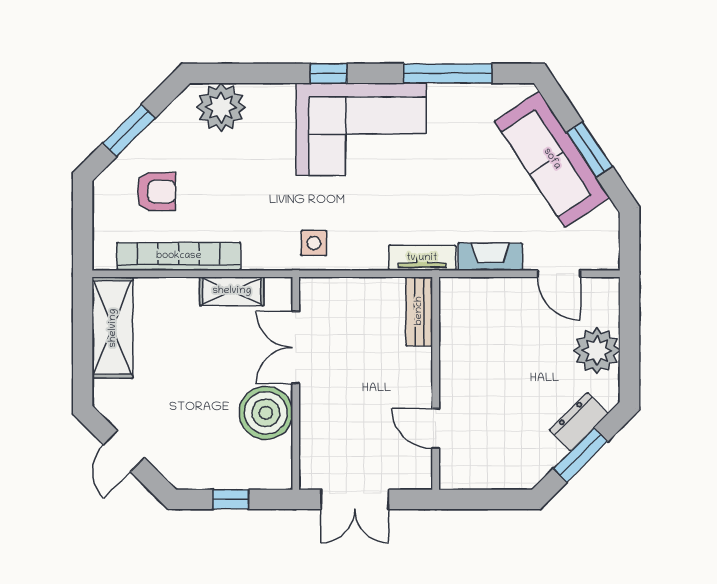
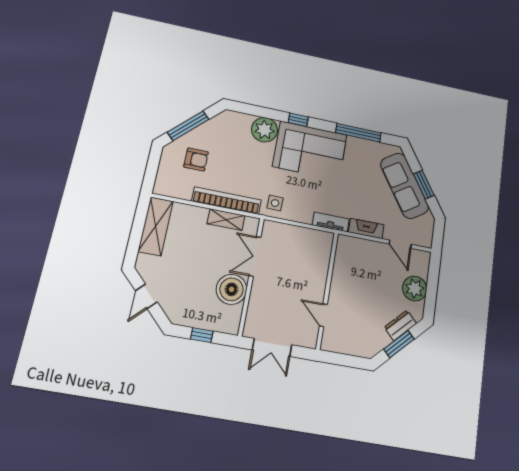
plant: (221, 107) -> (265, 130), moved
window: (129, 131) -> (188, 126), width x1.44
bookcase: (179, 256) -> (227, 201), moved
bench: (419, 311) -> (325, 250), removed

